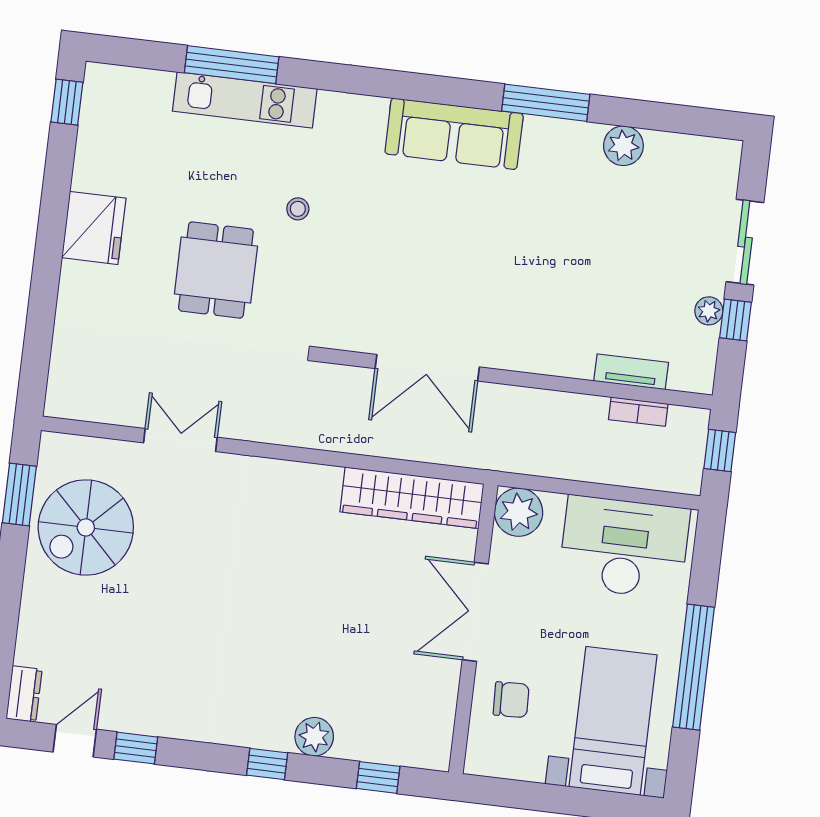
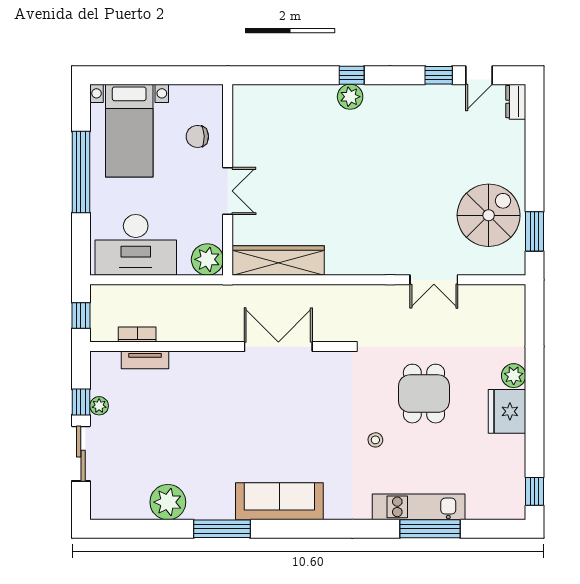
plant: (623, 146) -> (168, 502), width x1.36, depth x1.36
plant: (77, 281) -> (514, 376), added
double door: (475, 612) -> (228, 191), width x0.73
plant: (314, 737) -> (350, 97), moved
window: (378, 777) -> (278, 75), removed

